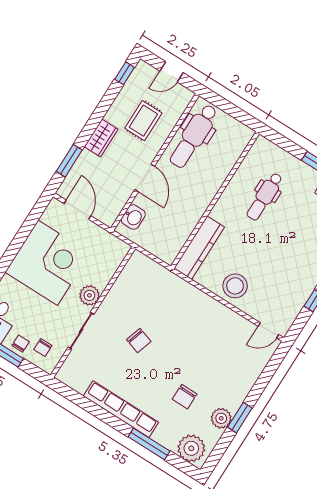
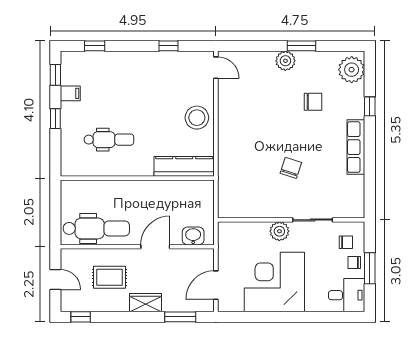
row of seats: (121, 409) -> (356, 147), width x0.73
plant: (221, 418) -> (285, 61), moved
window: (149, 444) -> (370, 106), width x0.46

